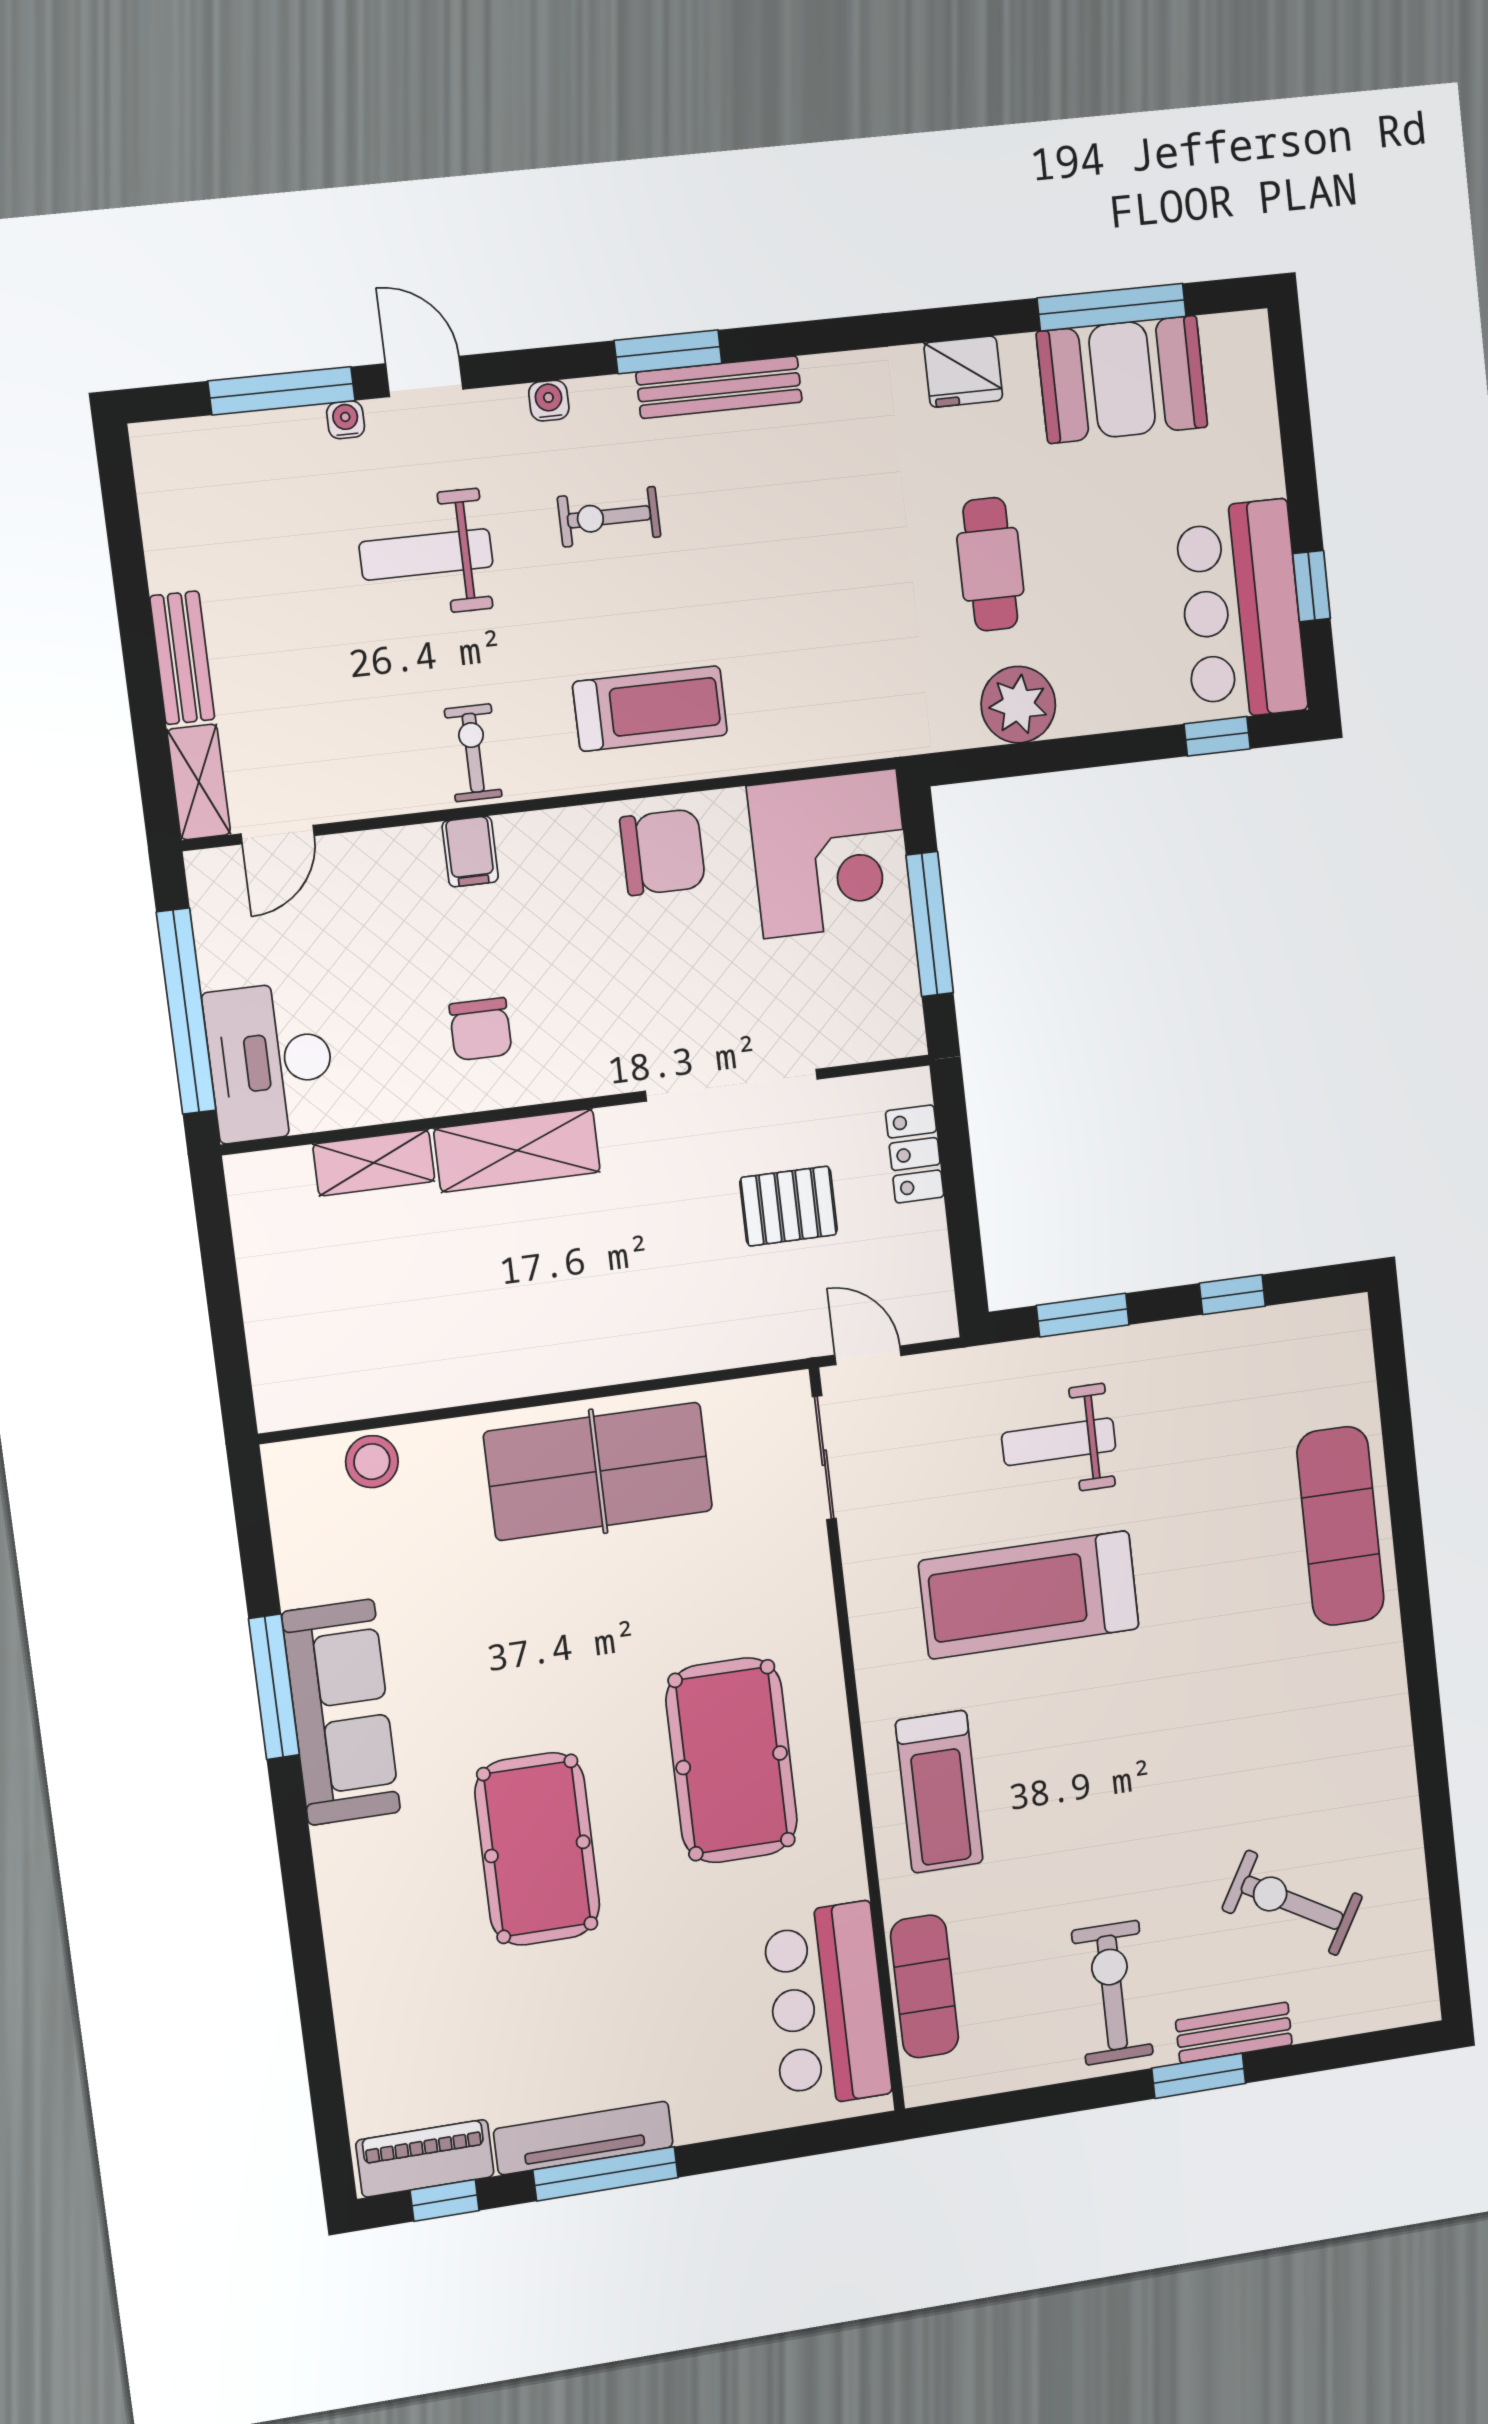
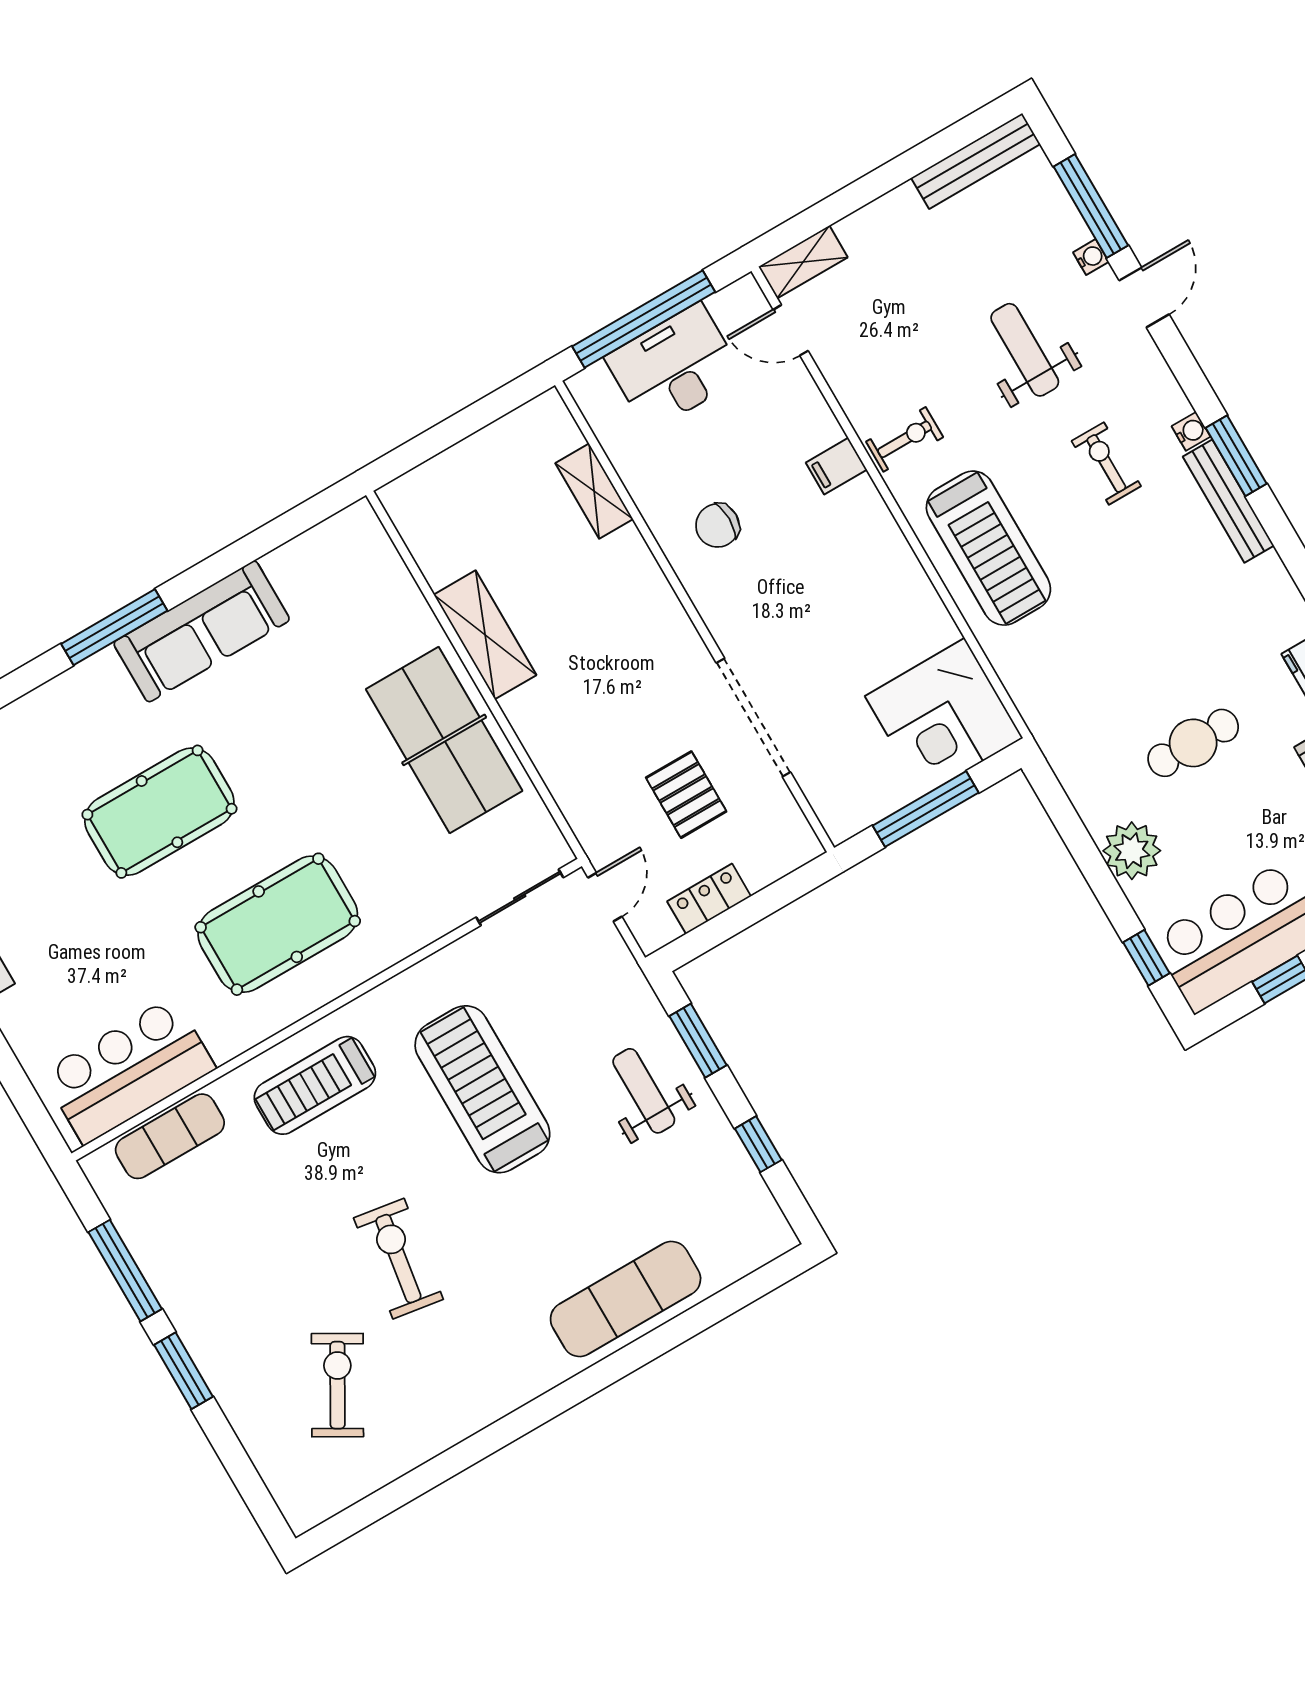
water cooler: (549, 401) -> (1191, 431), moved
bench: (182, 658) -> (976, 161), moved, width x1.36
plant: (1018, 705) -> (1132, 851), moved
treadmill: (650, 709) -> (988, 548), width x1.37, depth x1.38
chair: (663, 852) -> (894, 599), removed
desk: (270, 1062) -> (674, 367), moved
shelving: (517, 1150) -> (485, 635), moved
locker: (915, 1154) -> (709, 899), moved
weight bench: (1059, 1442) -> (644, 1091), moved
stool: (372, 1462) -> (386, 578), removed
window: (274, 1687) -> (114, 627), moved
exercise bike: (1112, 1993) -> (398, 1259), moved, turned -81
bench: (1234, 2033) -> (225, 1383), removed
window: (1056, 2099) -> (125, 1271), added

